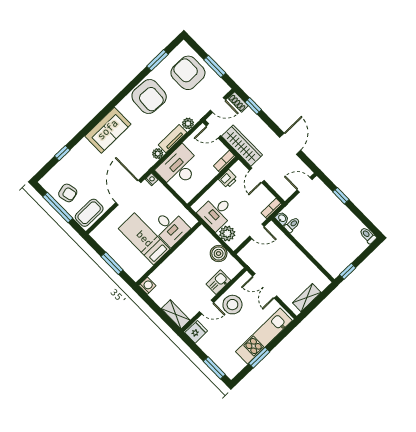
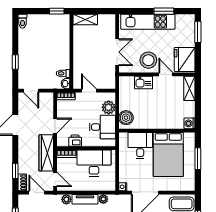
desk: (179, 167) -> (94, 163), moved, turned 180
bed: (144, 239) -> (168, 154), width x1.50
boiler: (219, 254) -> (126, 118), moved
shelving: (307, 298) -> (85, 19), moved
fridge: (196, 332) -> (185, 59), width x1.88, depth x1.34

